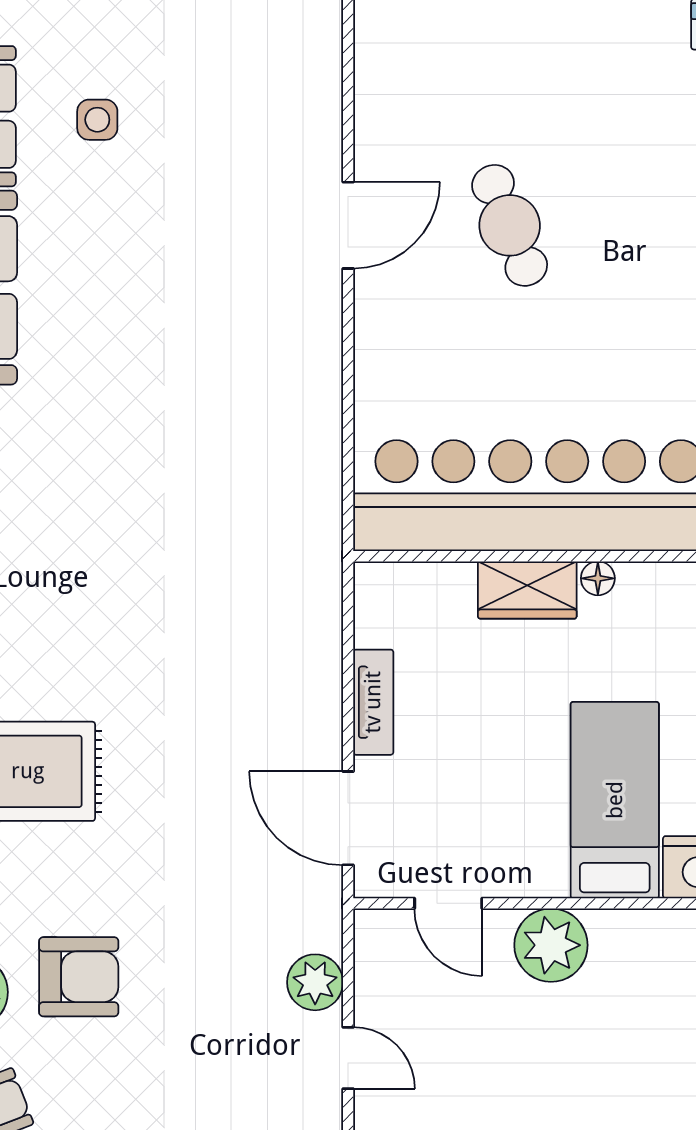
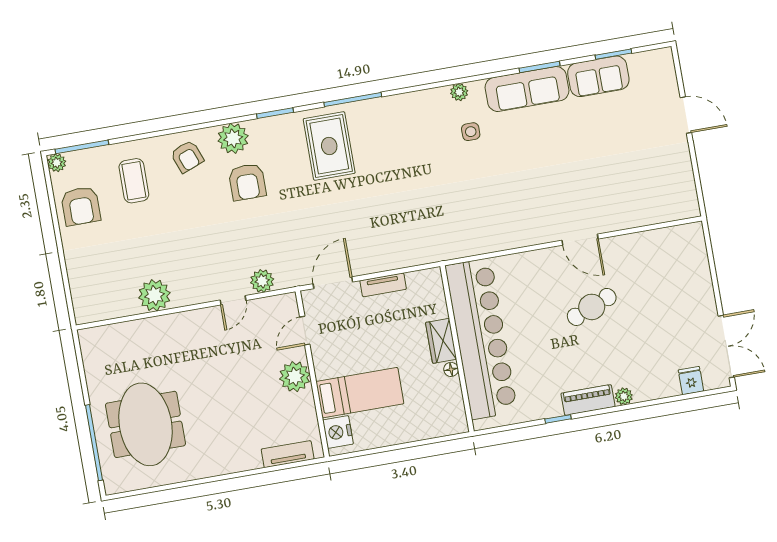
side table: (97, 120) -> (471, 132), moved

